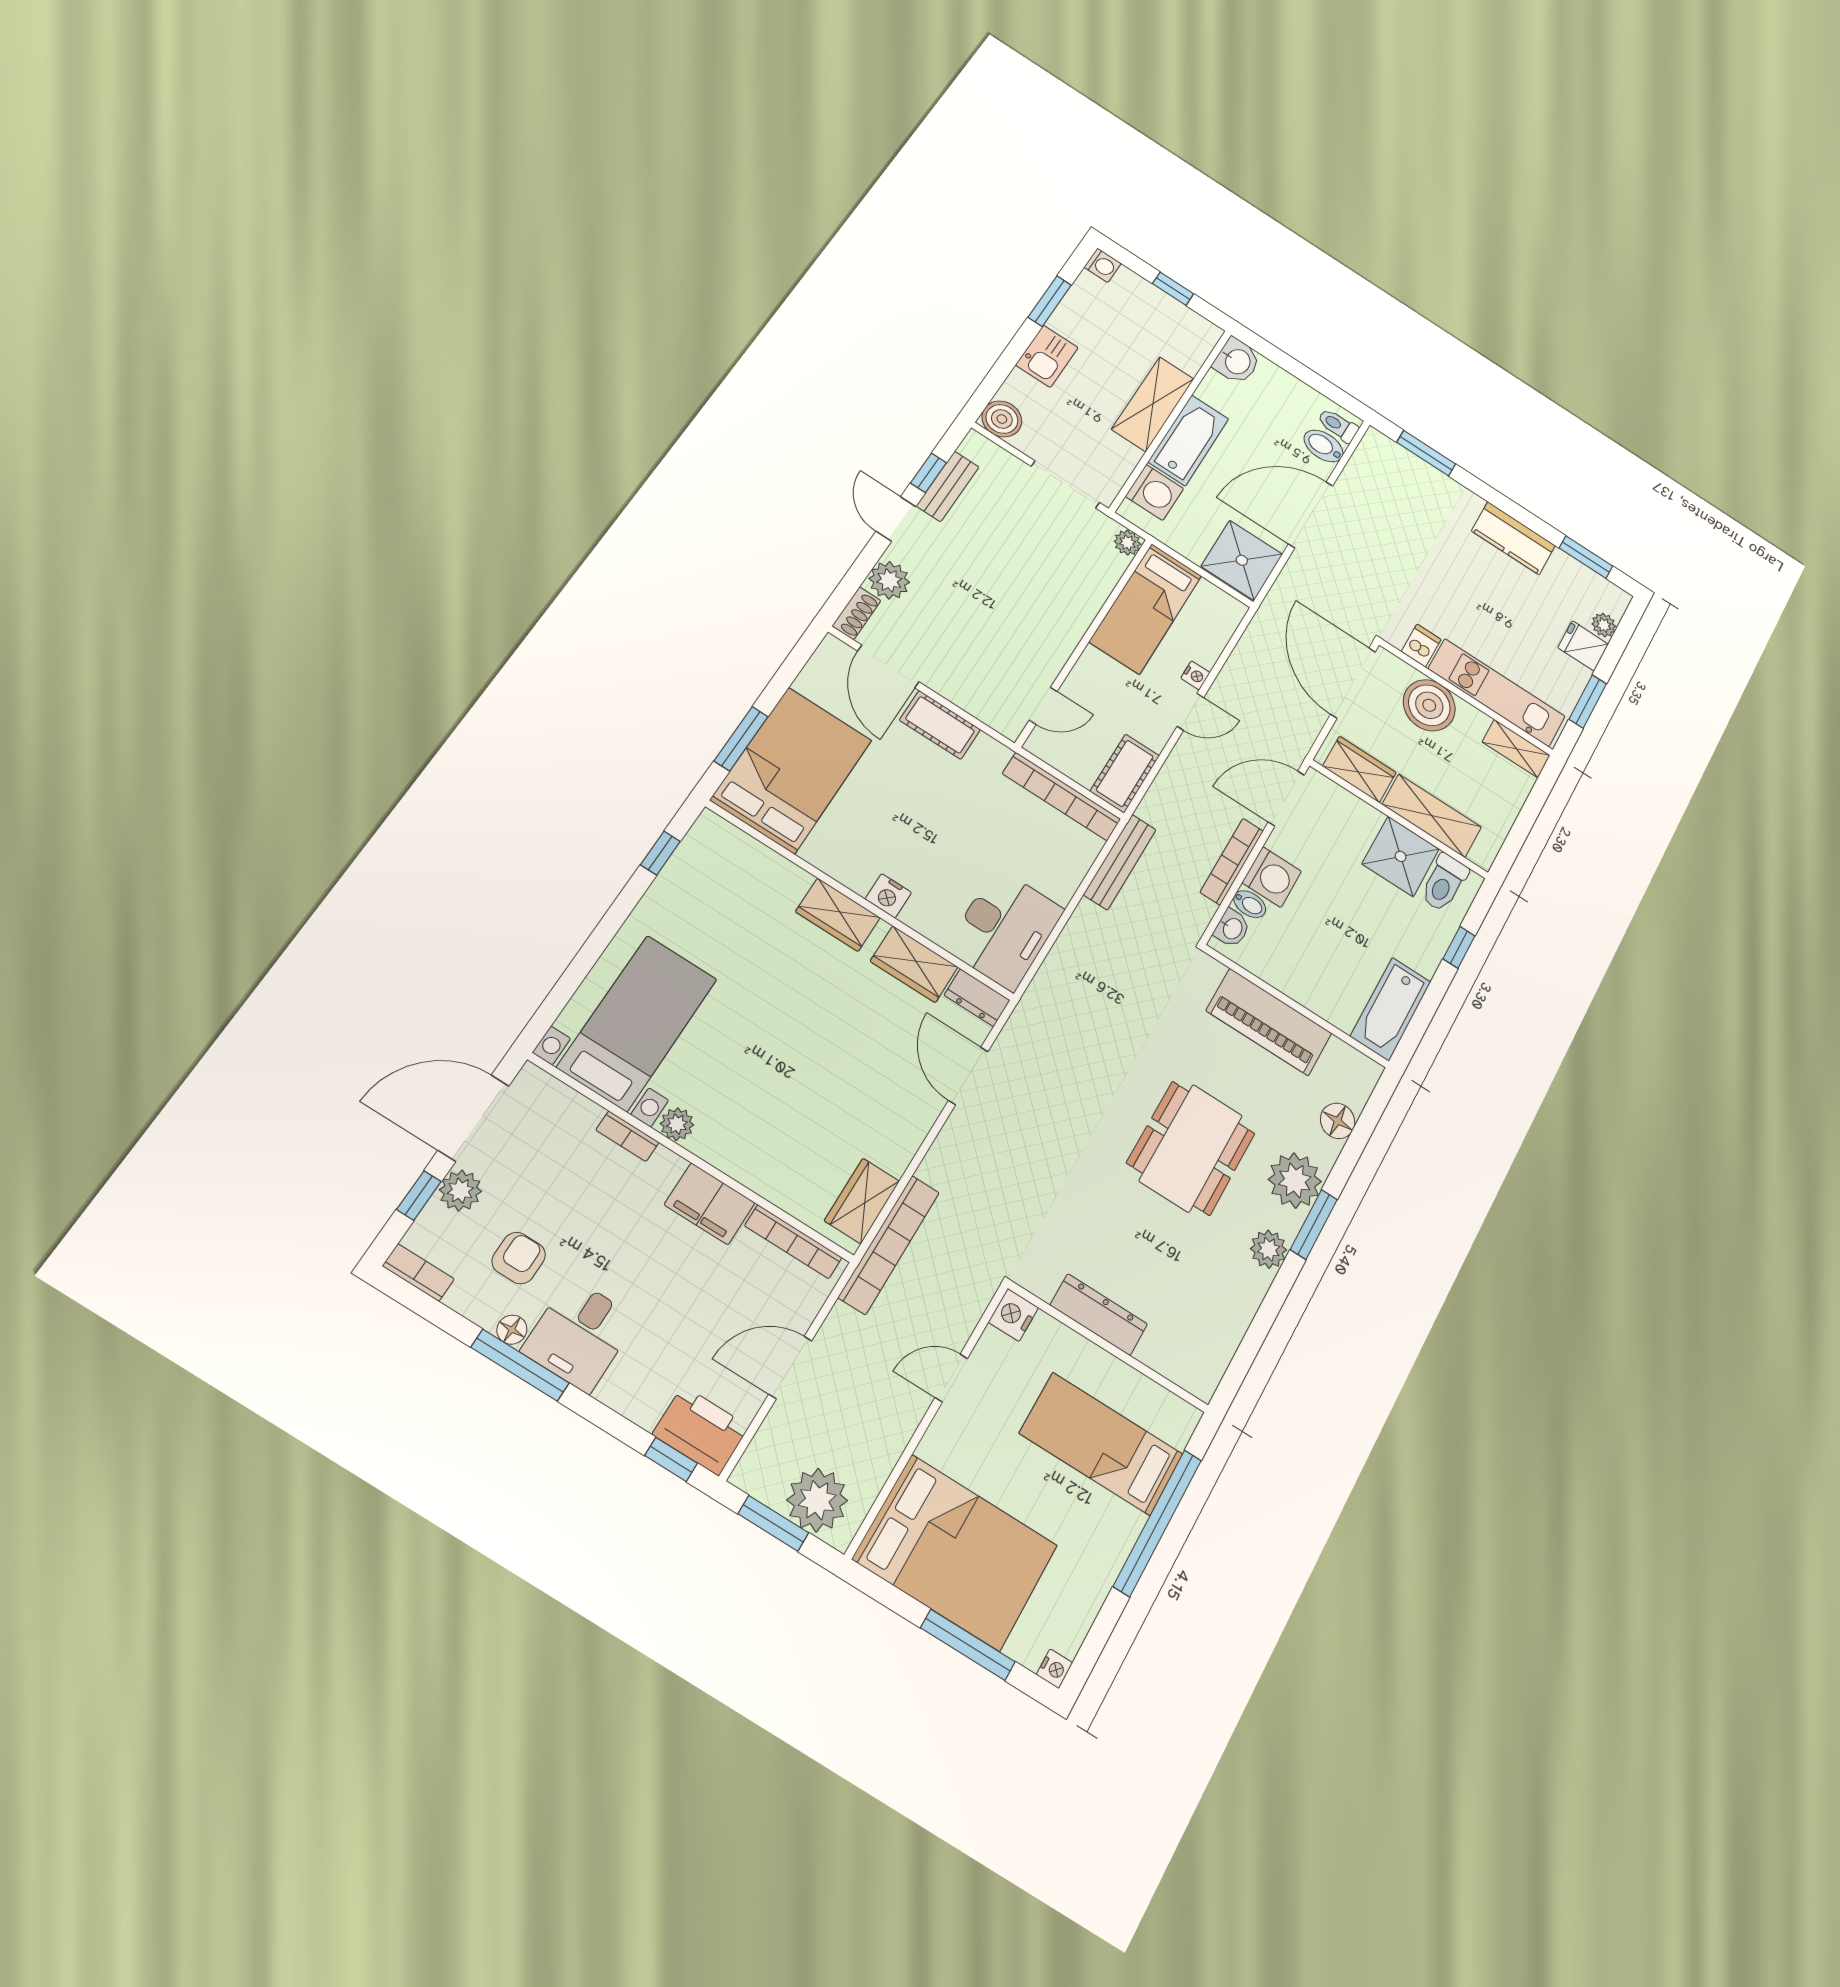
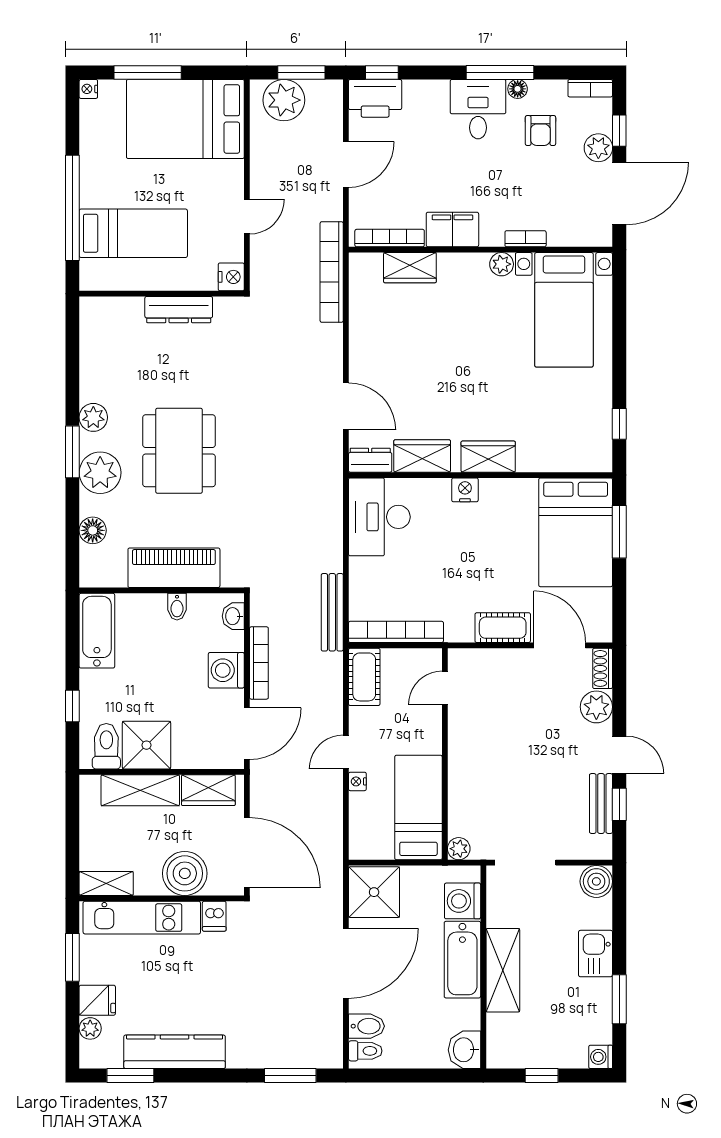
kitchen counter: (1513, 538) -> (175, 1052), width x1.50
bidet: (1250, 904) -> (177, 607), moved, turned -90
wardrobe: (862, 1201) -> (410, 268), moved, turned 90

